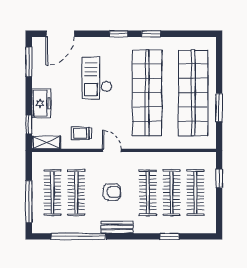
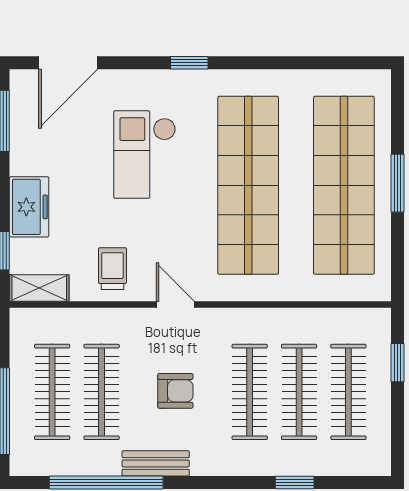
window: (151, 34) -> (257, 63), removed
window: (219, 108) -> (397, 183), moved
trolley: (82, 133) -> (112, 269), turned 90
bench: (117, 227) -> (156, 463), moved

